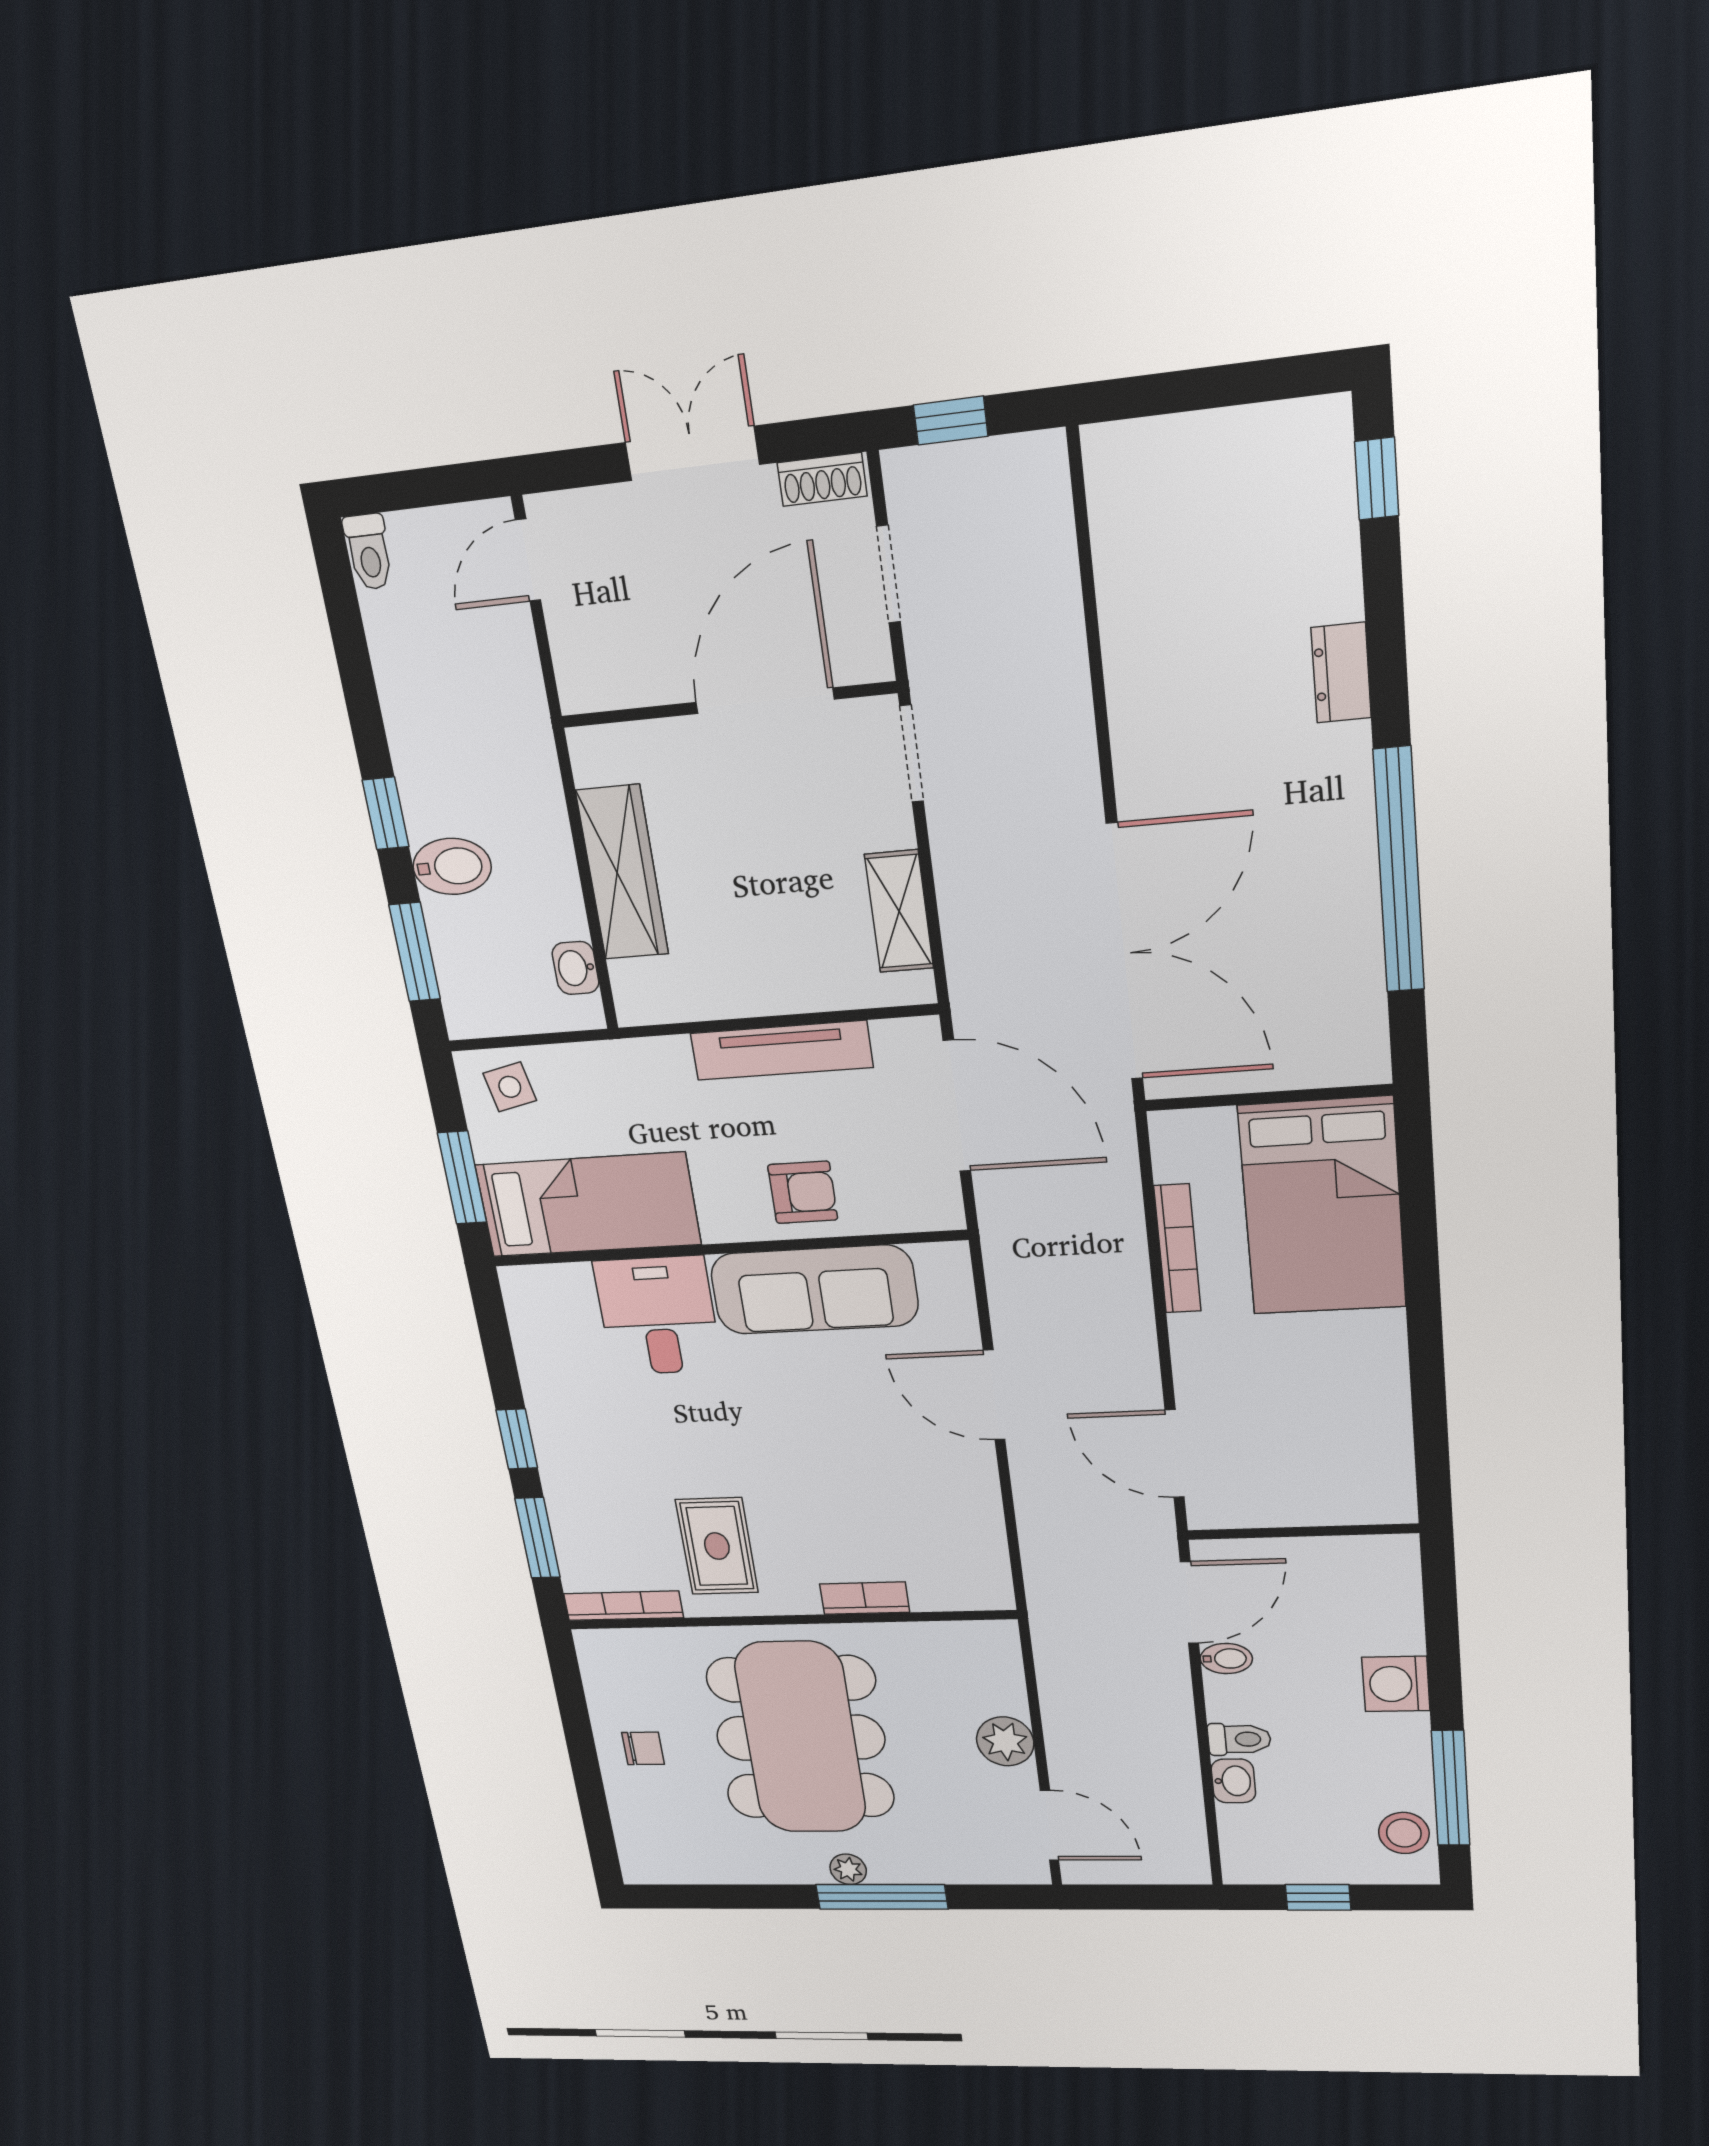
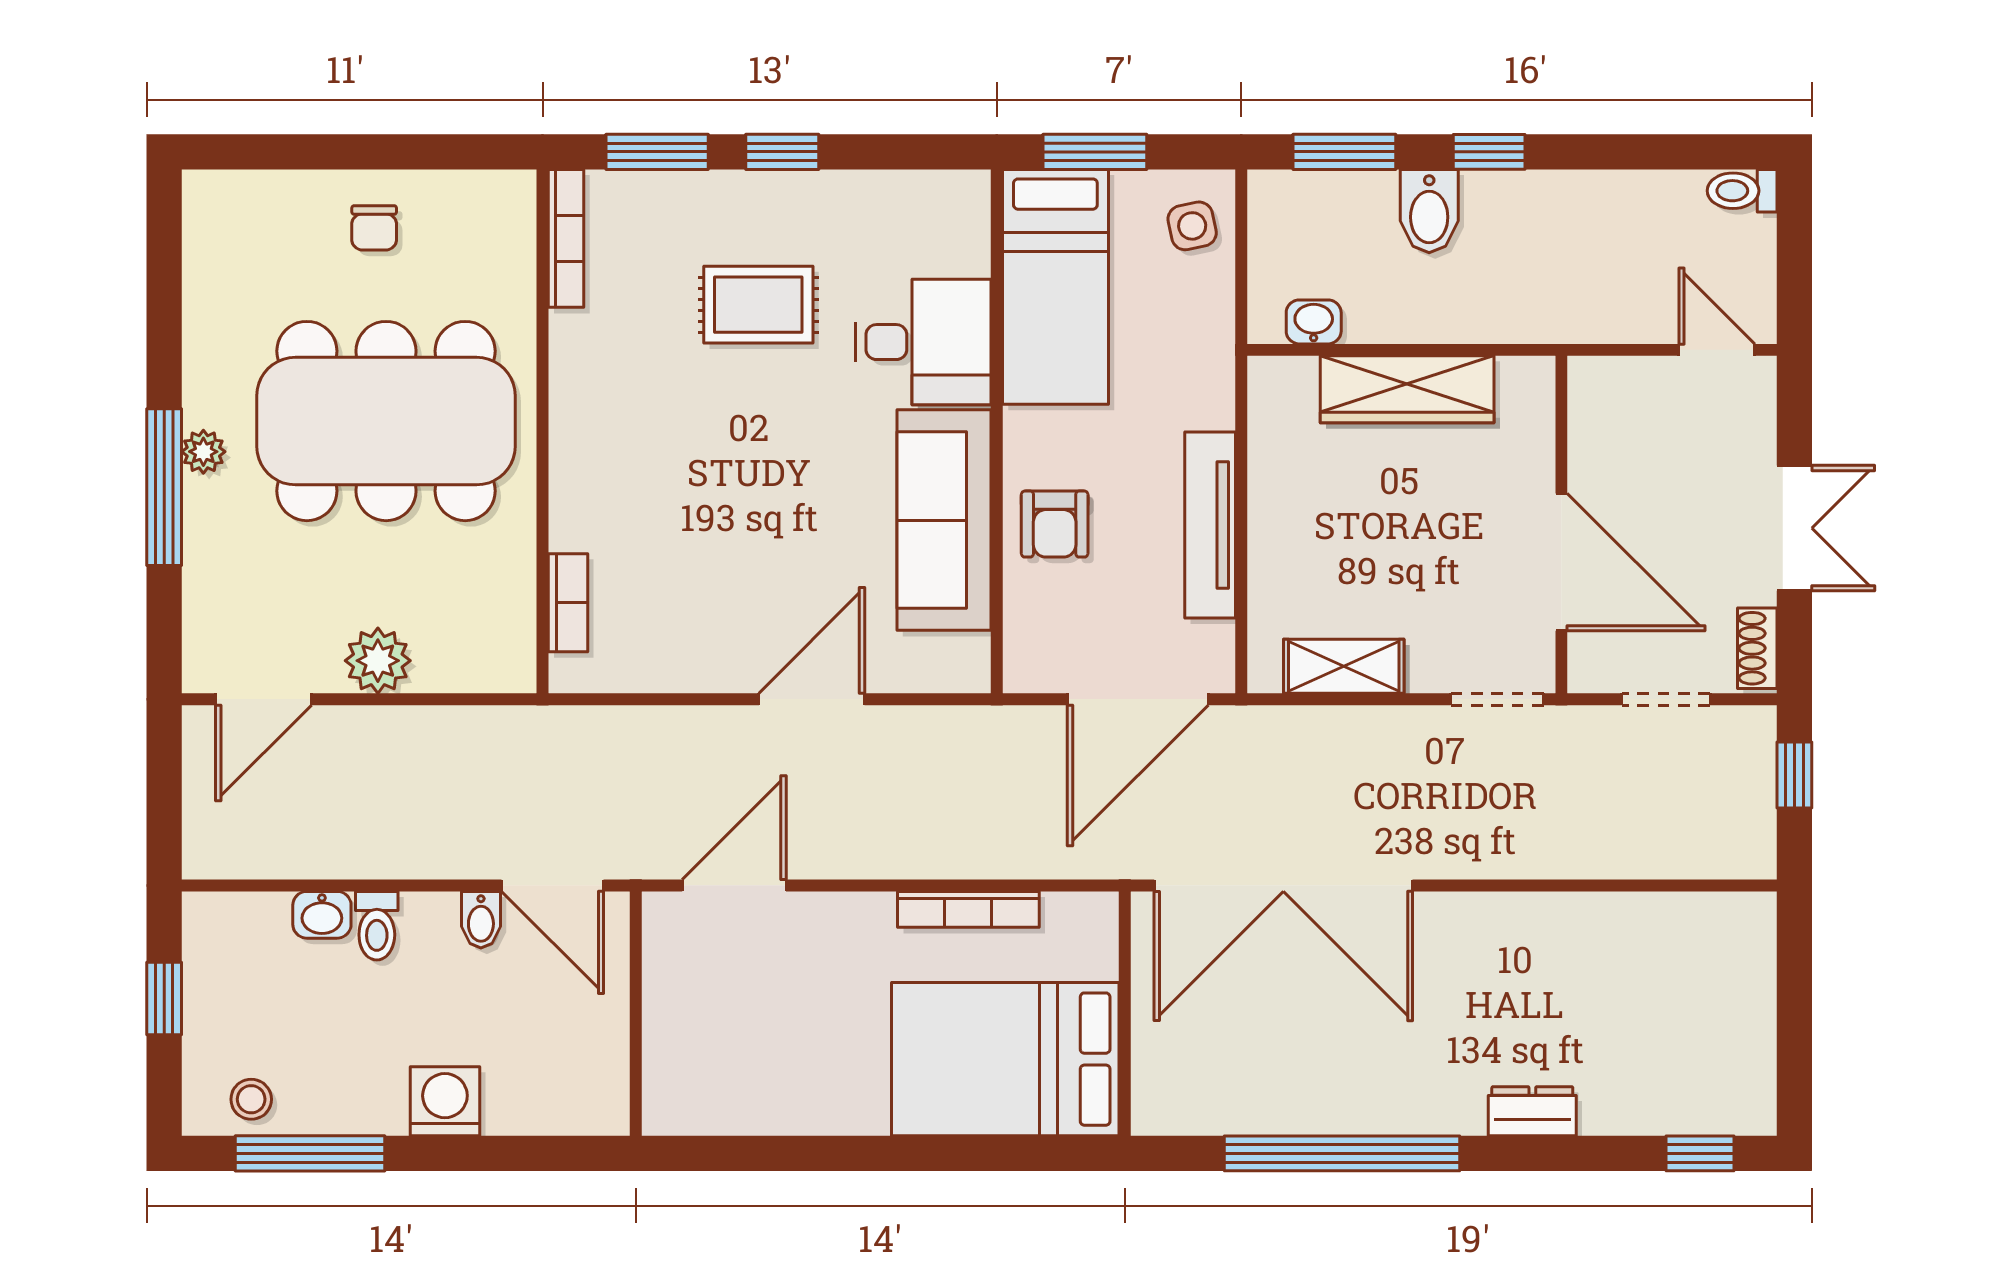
rug: (717, 1546) -> (758, 305), moved
bookcase: (865, 1598) -> (568, 603), moved
stool: (1404, 1833) -> (251, 1099), width x0.73, depth x0.73

